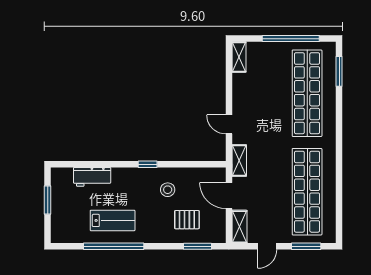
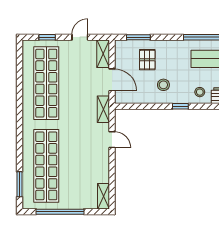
stool: (124, 181) -> (200, 92), added
pallet: (187, 220) -> (147, 60), turned 90
window: (306, 246) -> (47, 37), width x0.67

